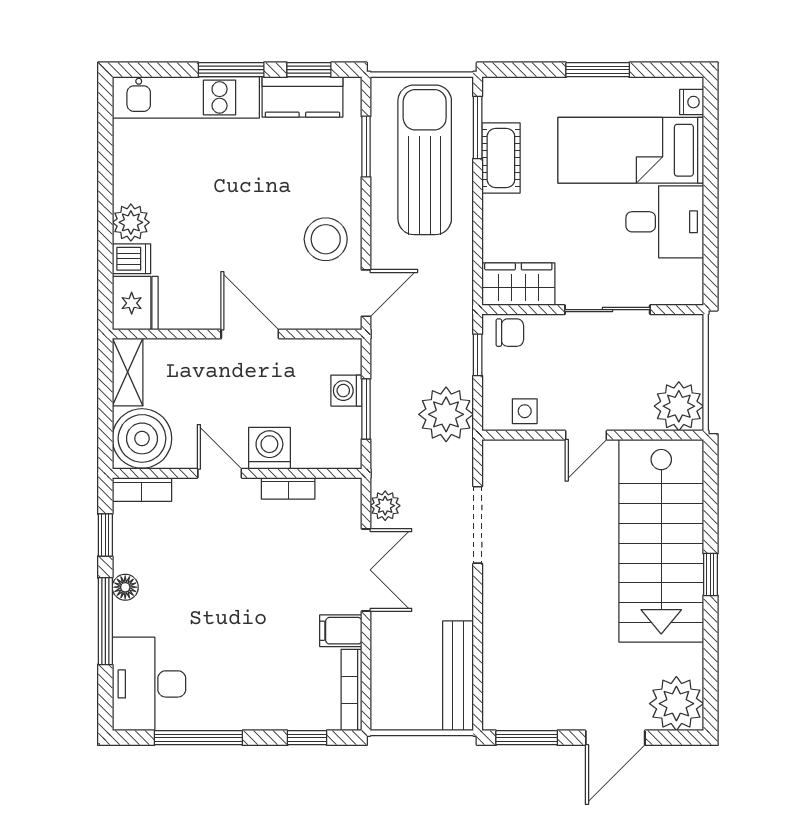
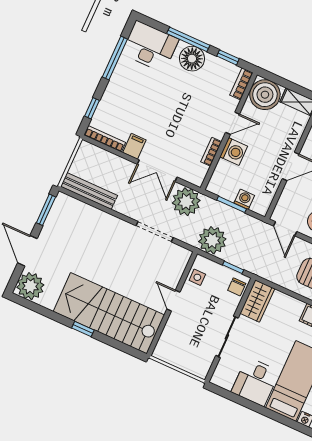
plant: (679, 406) -> (167, 350), removed
plant: (385, 506) -> (186, 202), width x1.88, depth x1.88
floor lamp: (125, 587) -> (192, 59), width x1.89, depth x1.89

